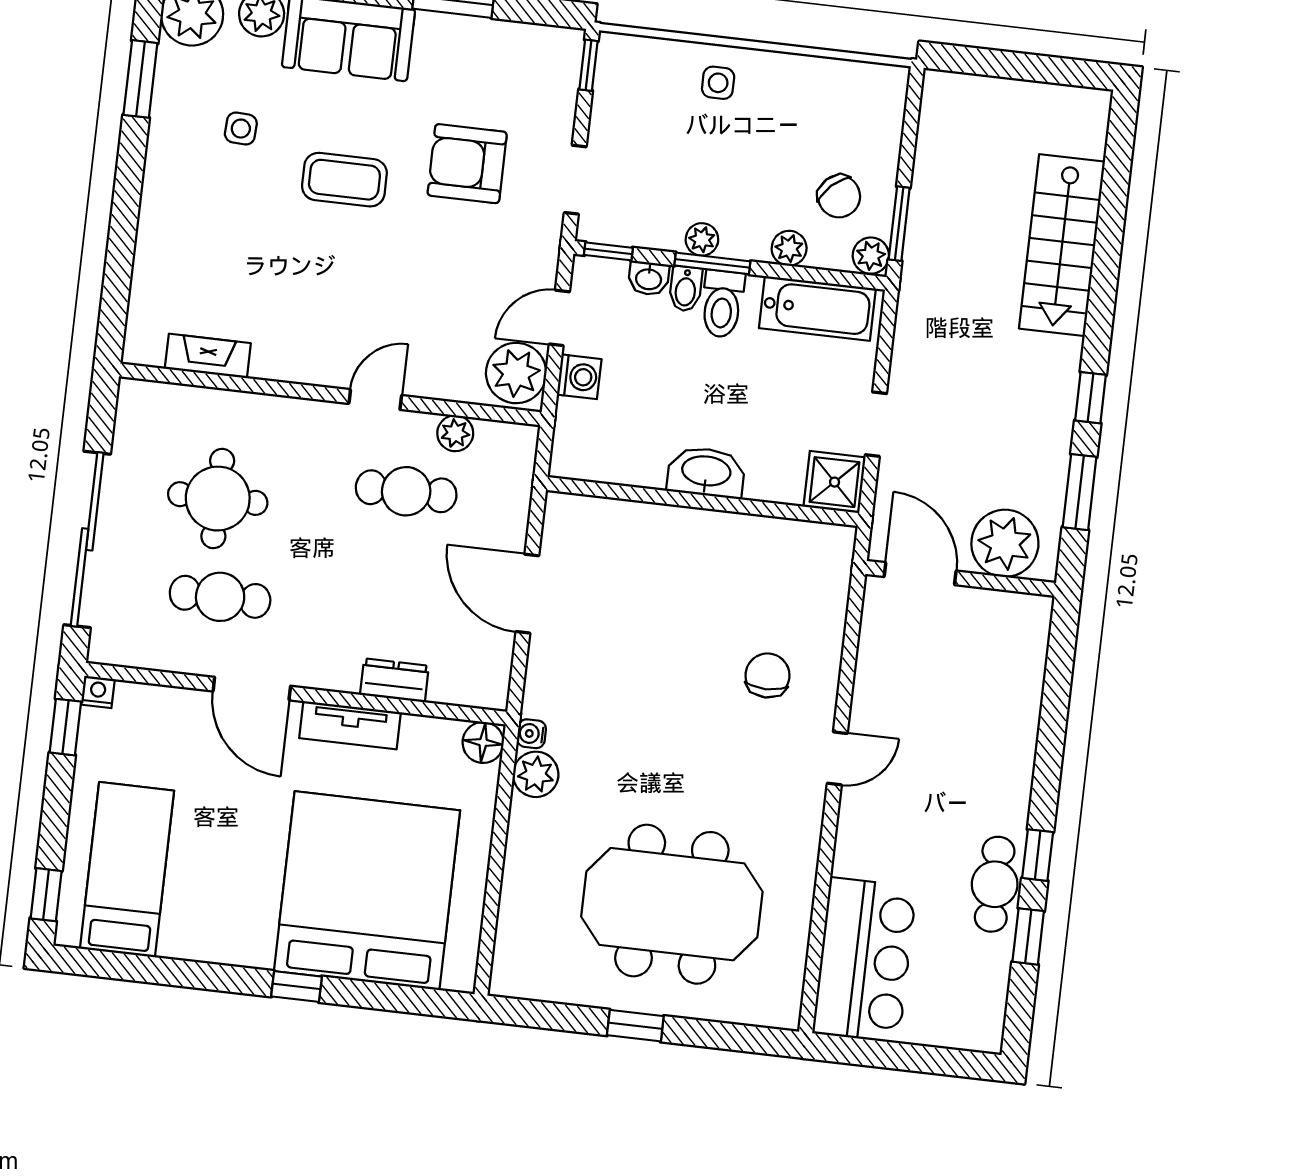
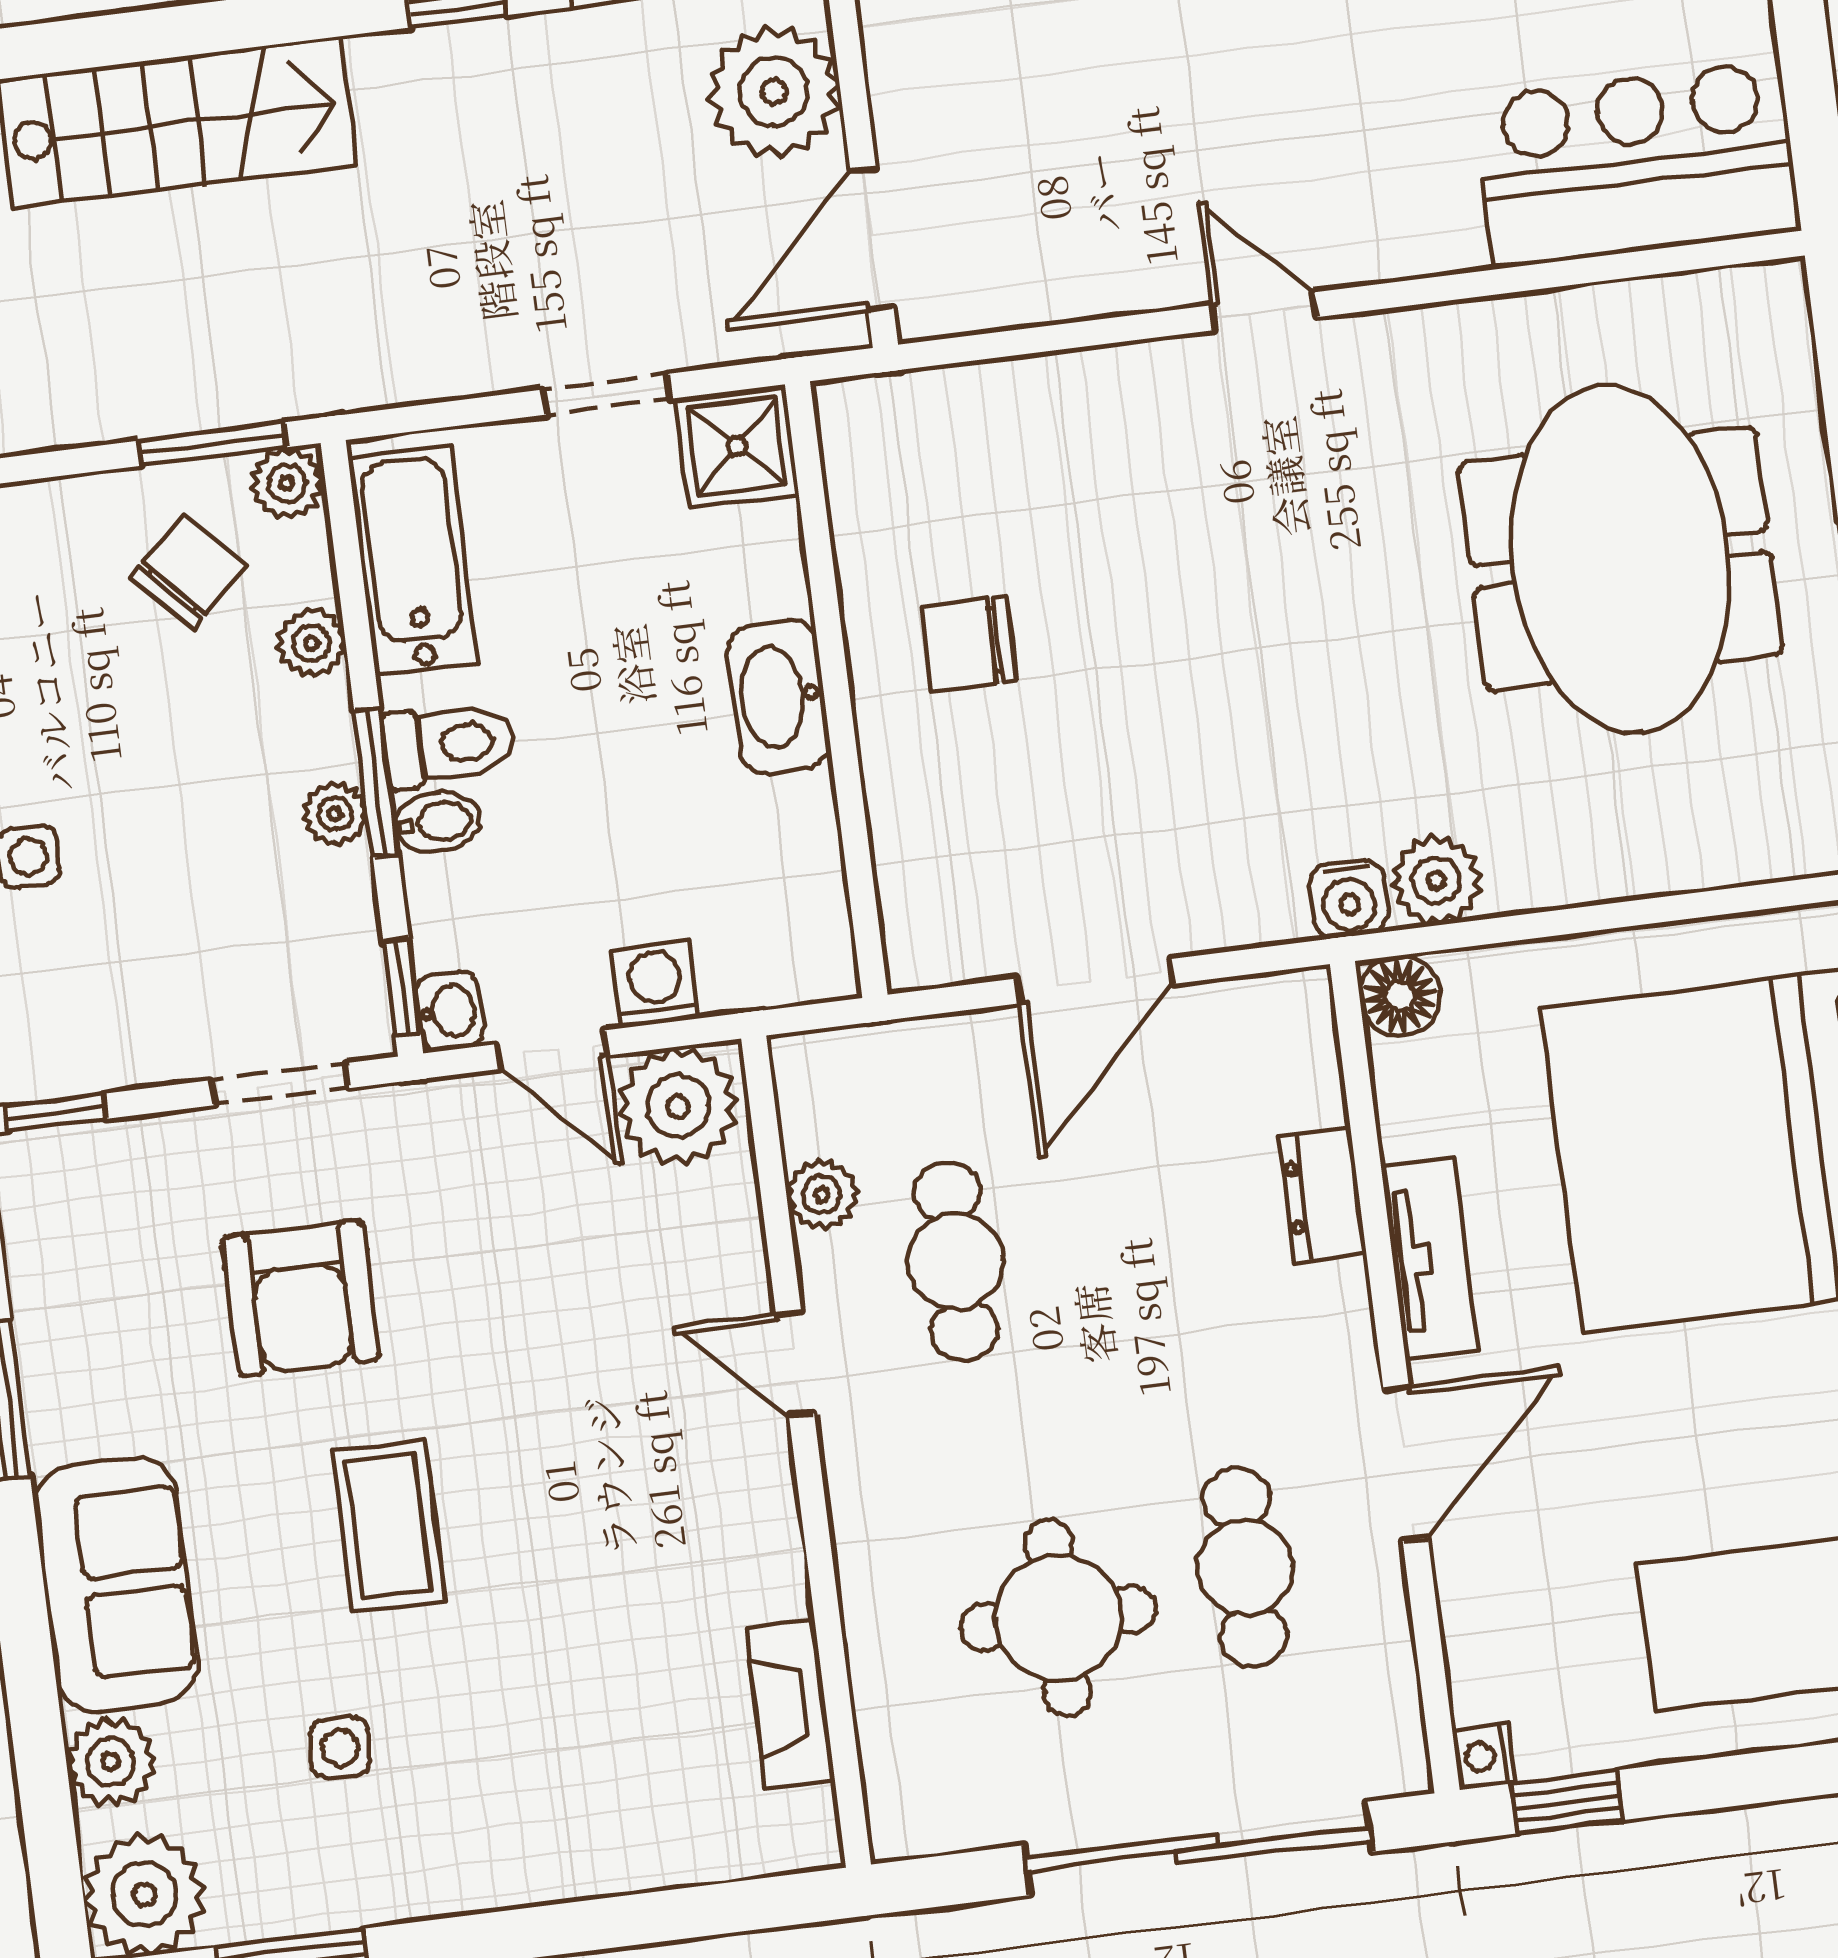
washbasin: (649, 278) -> (449, 1011), moved
chair: (767, 675) -> (969, 644), moved
water cooler: (531, 734) -> (1349, 899), width x1.38, depth x1.38

